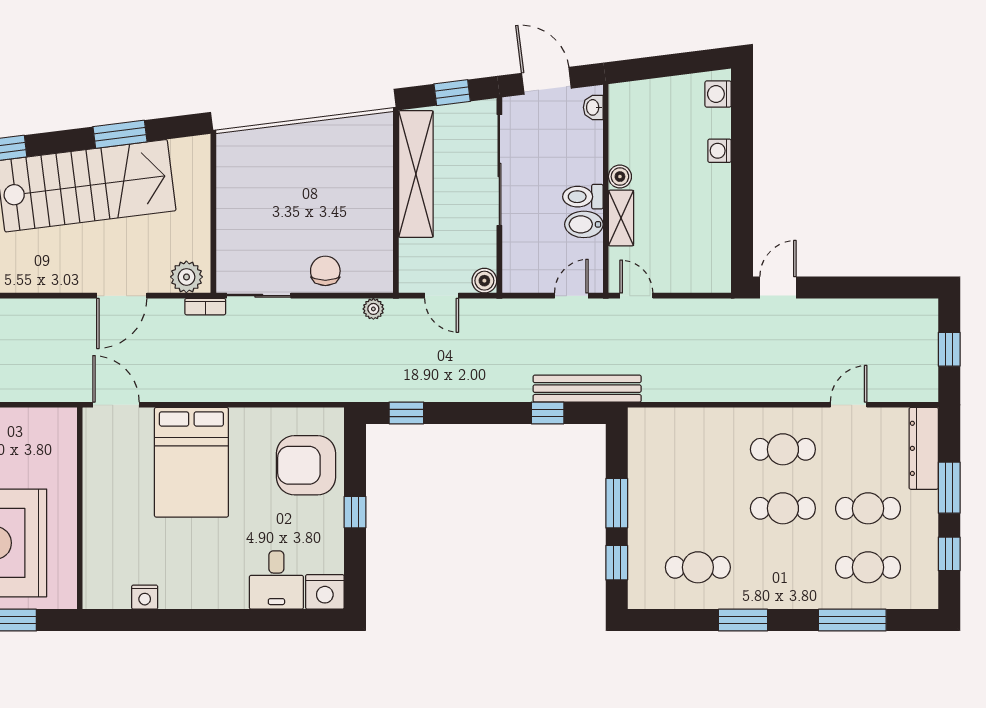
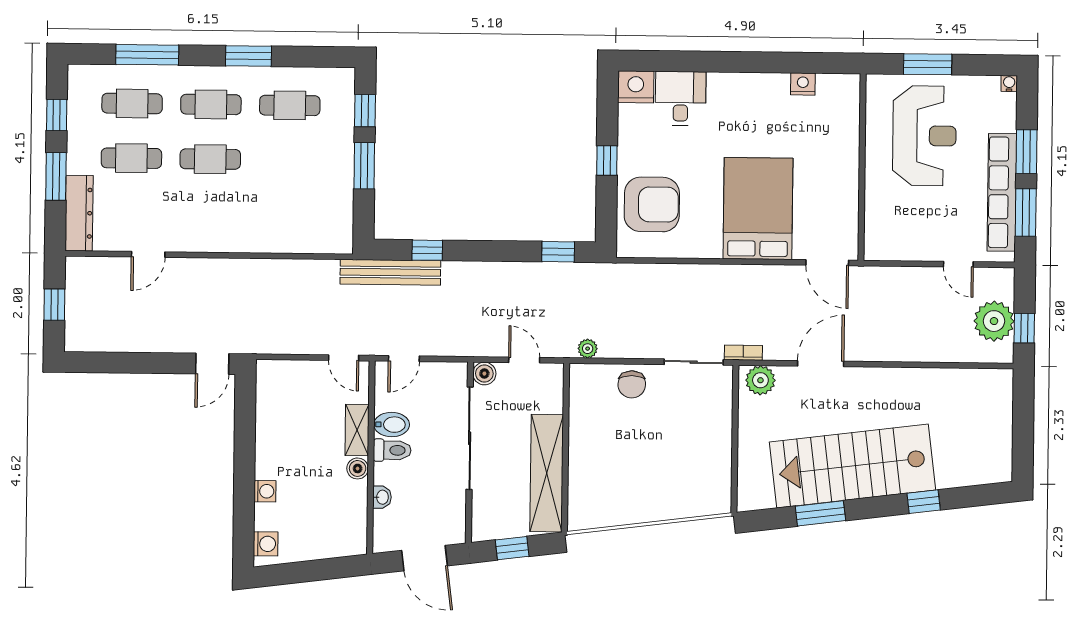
washbasin: (593, 107) -> (382, 497), moved
sliding door: (499, 170) -> (470, 438), moved
cafe table: (783, 449) -> (211, 104), moved

